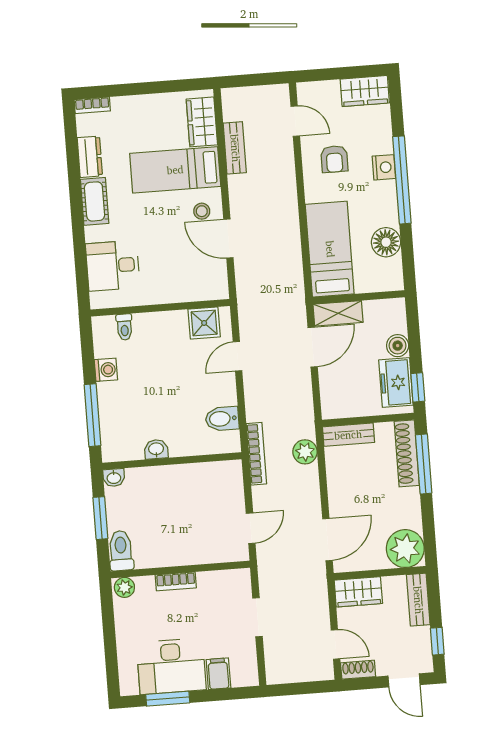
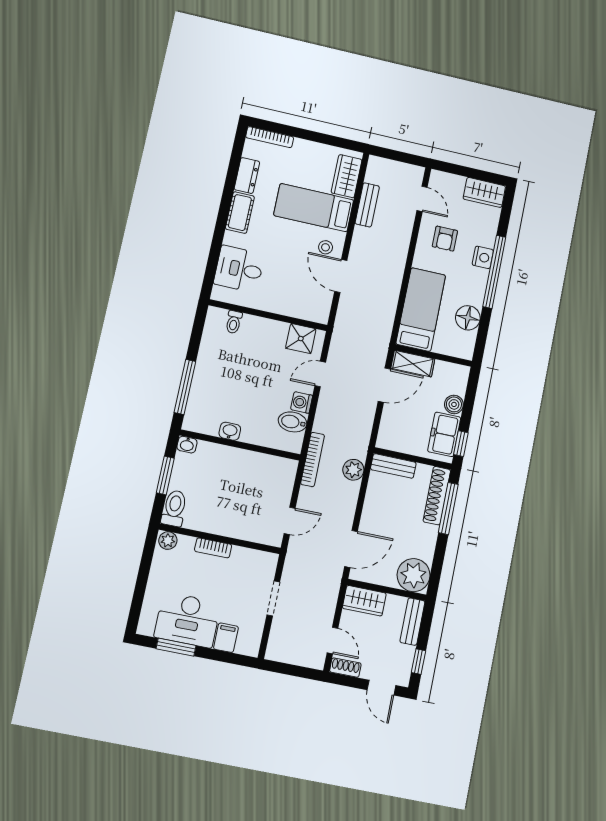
bookcase: (92, 105) -> (270, 137), width x1.56
washing machine: (106, 370) -> (302, 402), moved, turned 180

